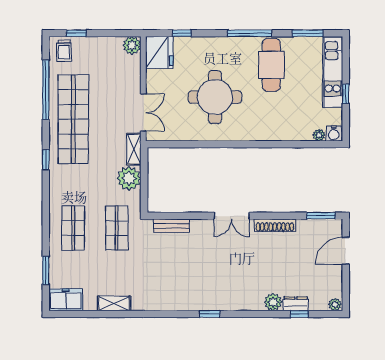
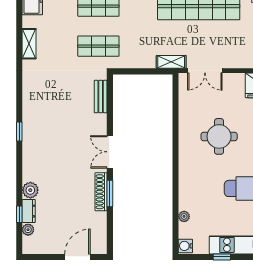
round table: (215, 97) -> (219, 136), width x0.73, depth x0.73
plant: (319, 135) -> (184, 216), moved
plant: (129, 178) -> (144, 57), removed
window: (321, 216) -> (110, 194), moved
door: (346, 251) -> (77, 257), hinge flipped
plant: (335, 305) -> (28, 230), moved

